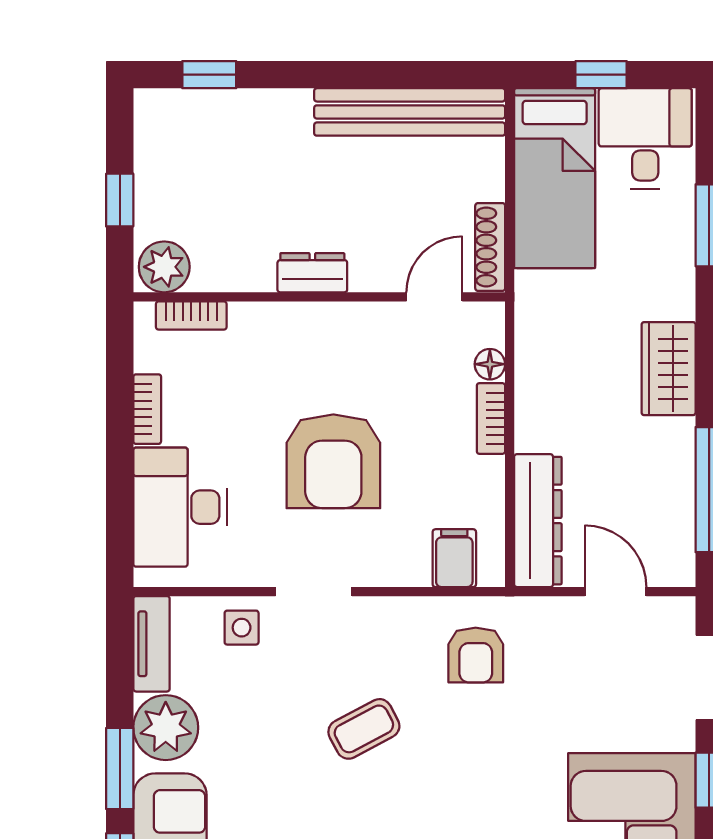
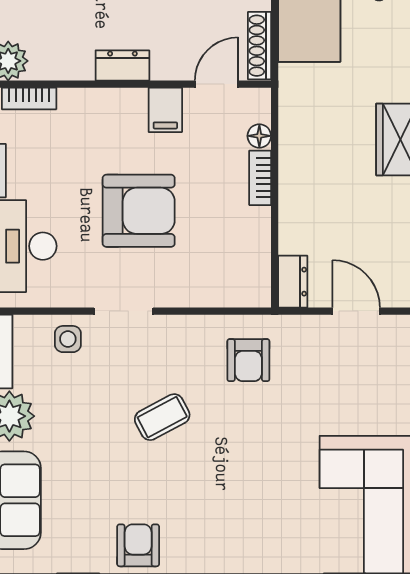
armchair: (333, 461) -> (139, 211), turned -90
dresser: (538, 521) -> (293, 282), width x0.51, depth x0.80
filing cabinet: (454, 558) -> (165, 110), moved, turned 180

